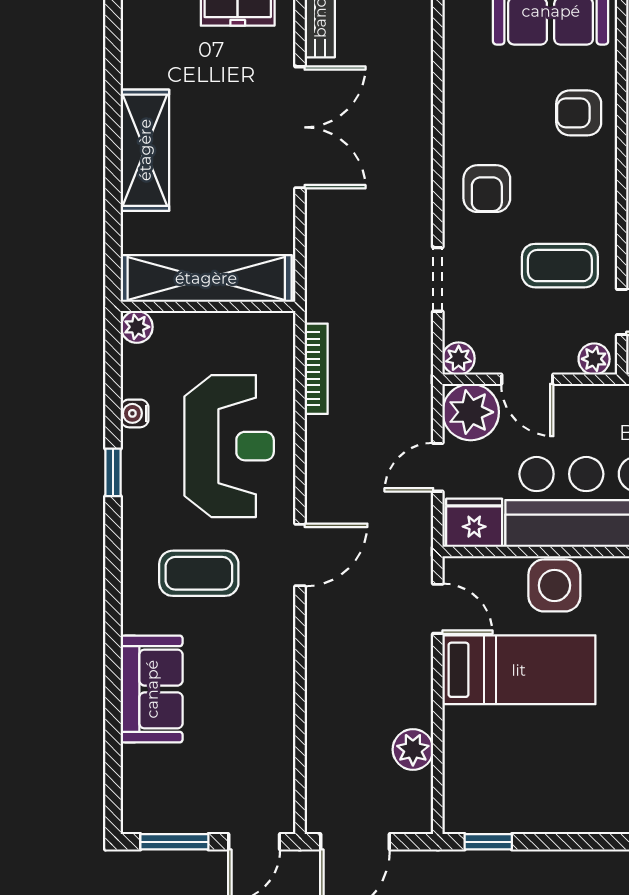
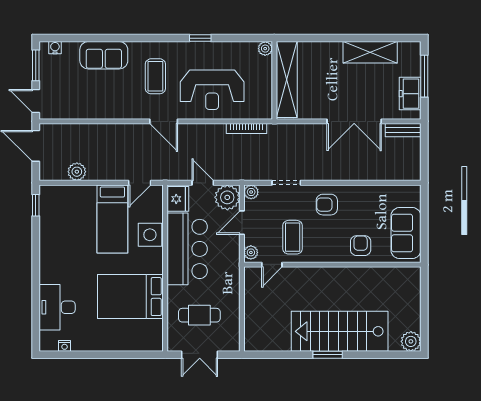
shelving: (145, 150) -> (370, 52), moved
water cooler: (135, 413) -> (55, 48), moved

